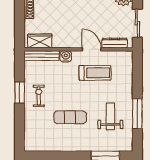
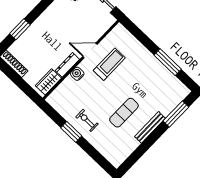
dresser: (115, 43) -> (67, 65), moved
bench: (42, 56) -> (150, 127), moved
weight bench: (110, 116) -> (151, 83), removed

